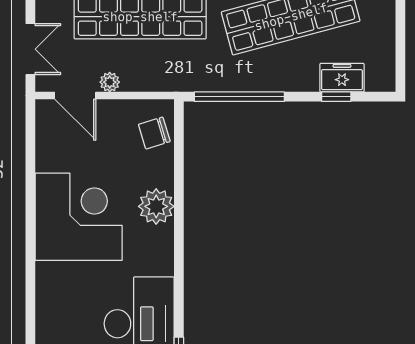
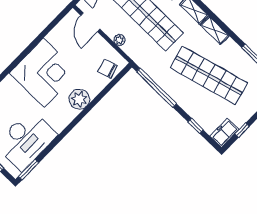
window: (400, 45) -> (242, 130), added
freezer: (342, 78) -> (224, 133), moved, turned -90
plant: (110, 82) -> (119, 40), moved

